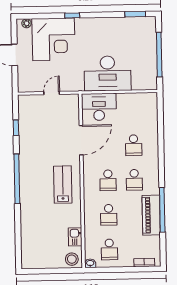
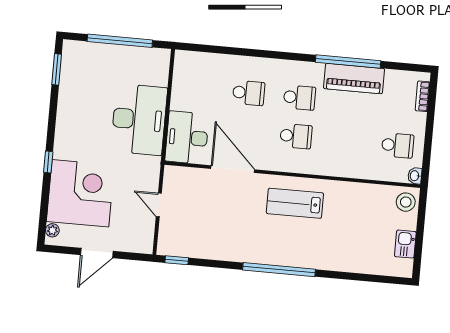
window: (16, 128) -> (177, 260), moved
school desk: (109, 215) -> (347, 141), removed
kitchen sink: (75, 237) -> (405, 244), moved, turned 90

